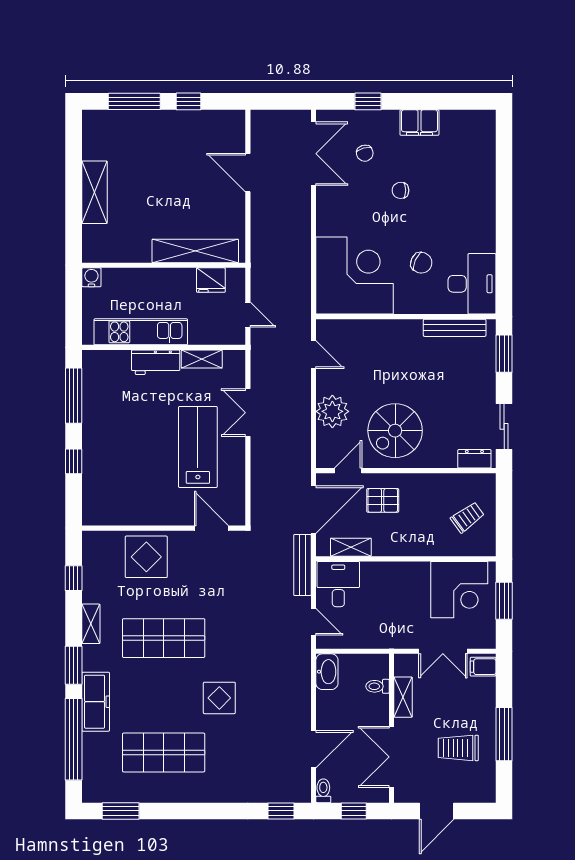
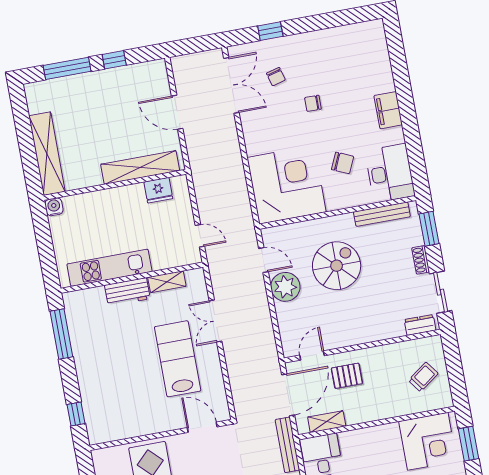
filing cabinet: (419, 123) -> (388, 110), moved, turned 90
shelving: (94, 192) -> (47, 154), width x1.47
shelving: (195, 251) -> (140, 167), moved
wall: (164, 265) -> (115, 185), moved
water cooler: (91, 277) -> (54, 207), moved
fridge: (211, 280) -> (158, 190), moved
shoe rack: (488, 387) -> (421, 260), added
plant: (332, 411) -> (285, 287), moved
spiral stairs: (395, 431) -> (337, 266), moved, turned 180
window: (74, 461) -> (76, 414), moved

